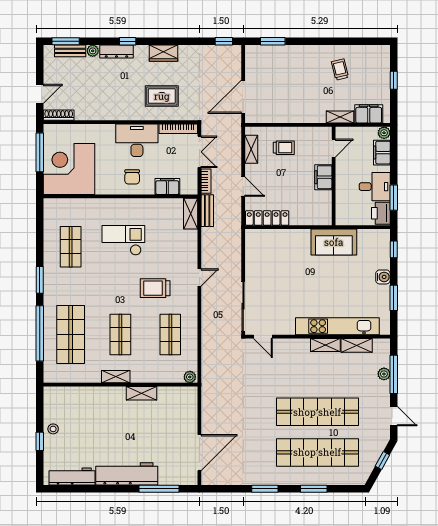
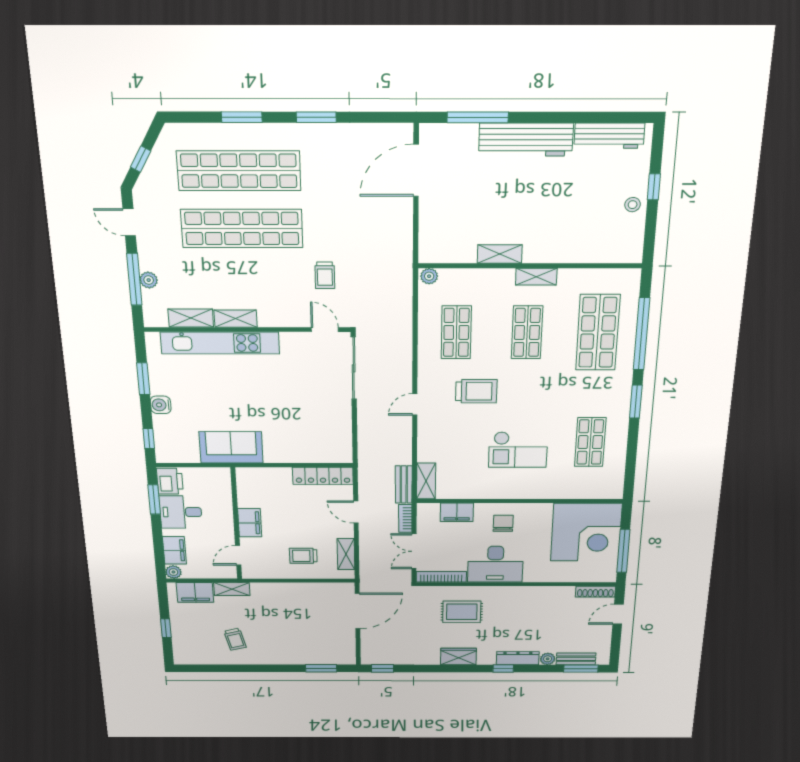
trolley: (262, 378) -> (325, 275), added

